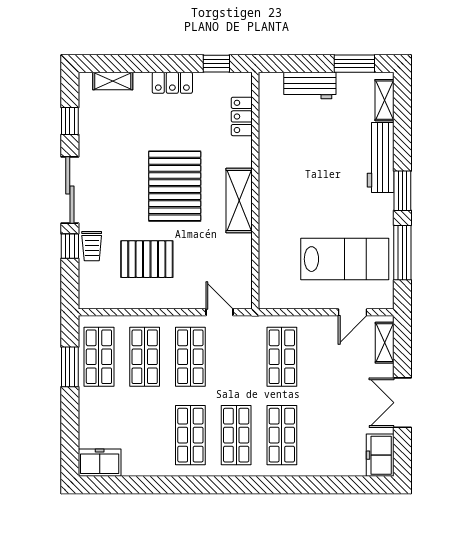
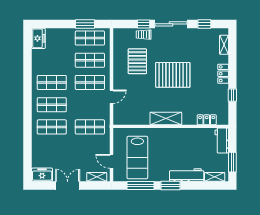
locker: (242, 116) -> (207, 120), moved
wall: (255, 191) -> (171, 126), moved
shelving: (239, 200) -> (166, 118), moved

